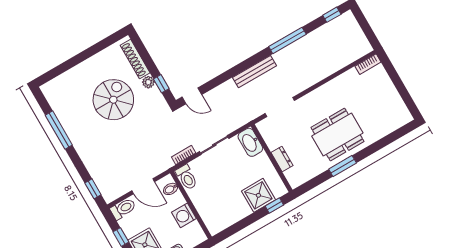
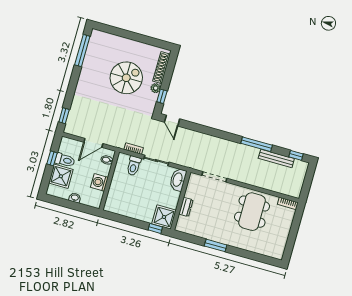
bench: (254, 72) -> (276, 158), moved
window: (59, 130) -> (82, 51), moved
dining table: (337, 135) -> (252, 212), moved, turned 90
toilet: (187, 177) -> (134, 166), moved
door: (143, 186) -> (93, 143), hinge flipped
shower: (258, 195) -> (164, 217), moved
toilet: (123, 209) -> (65, 160), moved

